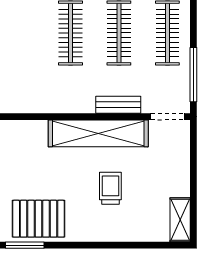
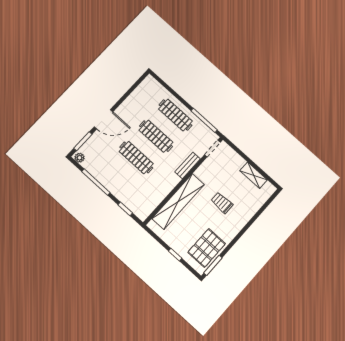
shelving: (98, 133) -> (178, 201), moved
shelving: (180, 220) -> (254, 175), moved

